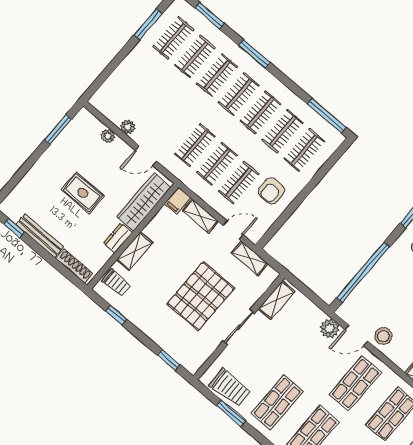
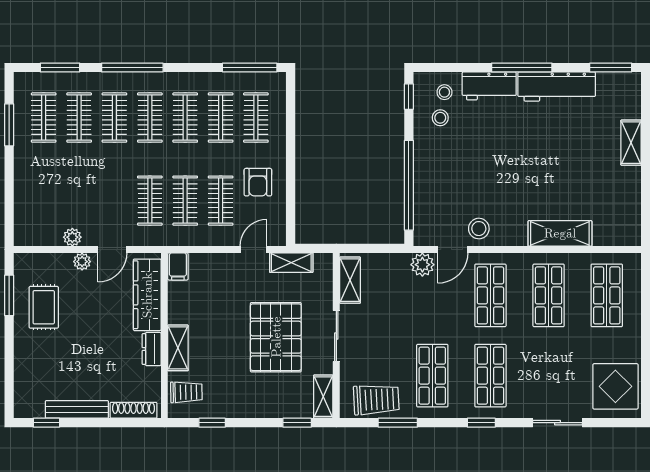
window: (254, 54) -> (132, 68), width x1.44
plant: (108, 136) -> (82, 262), moved
rug: (83, 193) -> (44, 307), moved, turned 90
shelving: (200, 216) -> (323, 397), moved, turned 90

